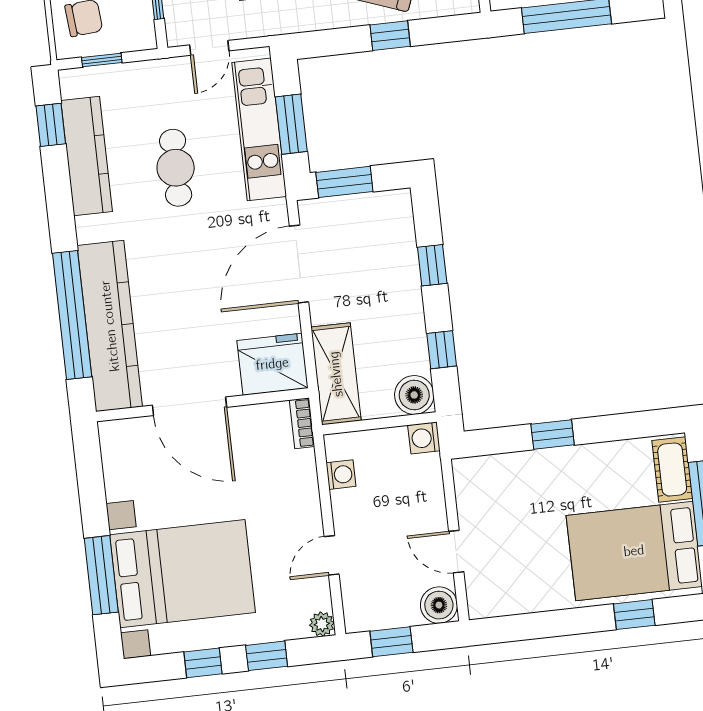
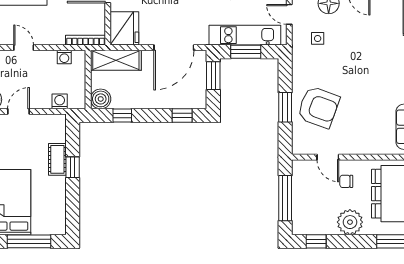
window: (390, 36) -> (285, 107), width x1.50
door: (299, 264) -> (174, 48), swing flipped
window: (432, 265) -> (182, 116), moved
bookcase: (302, 423) -> (86, 40), width x1.56
washing machine: (424, 438) -> (60, 101), moved
cot: (672, 470) -> (57, 159), moved, turned 90

